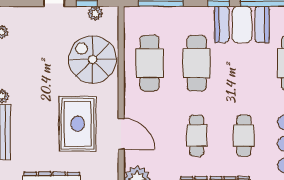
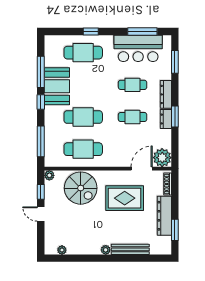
plant: (95, 14) -> (49, 175), moved
spiral stairs: (92, 59) -> (81, 188), turned -90
door: (121, 134) -> (142, 169), moved

